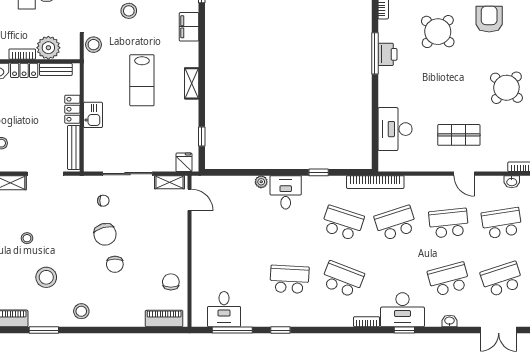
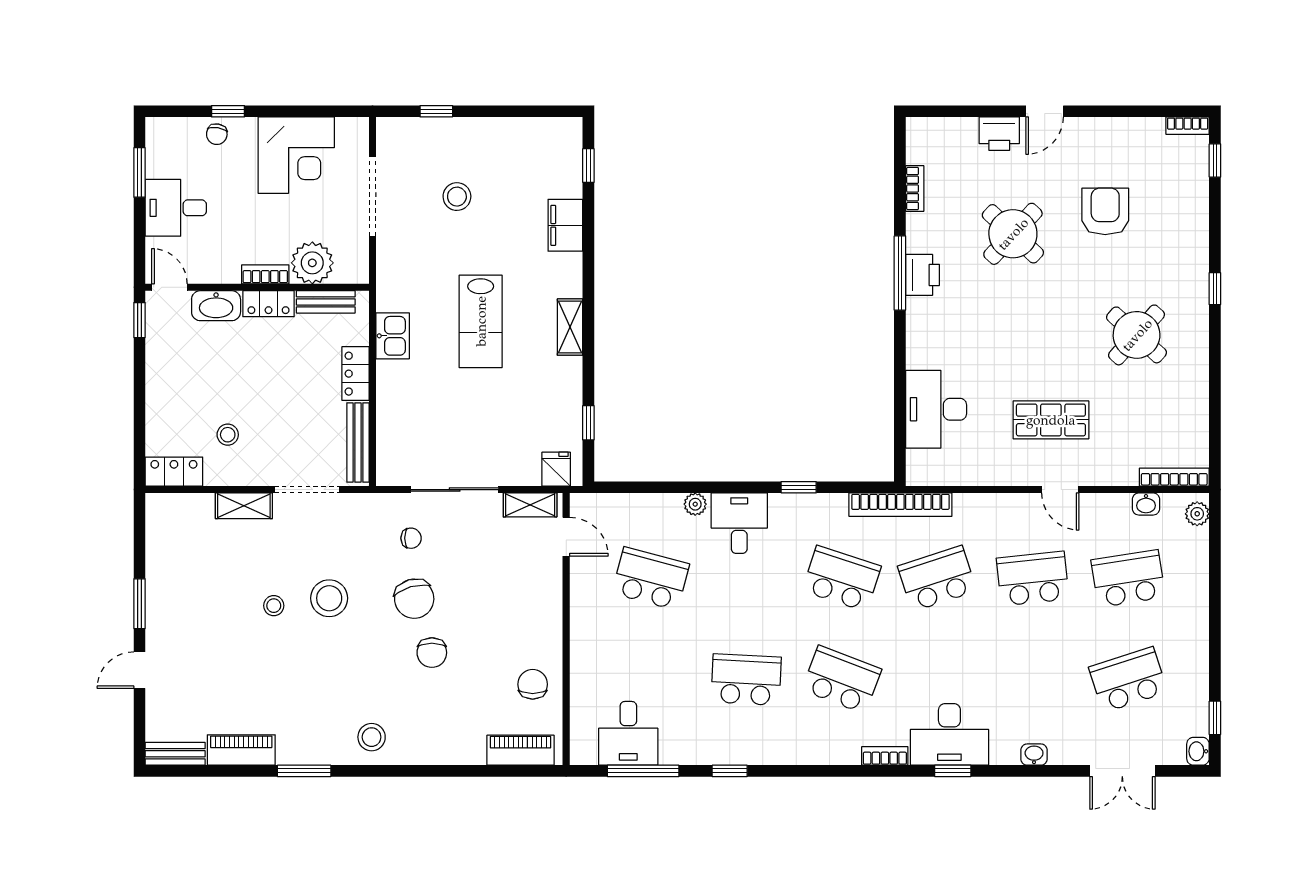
stool: (94, 45) -> (394, 257), removed
kitchen sink: (93, 115) -> (393, 336), moved
stool: (46, 277) -> (329, 598), moved
school desk: (449, 279) -> (651, 579), moved, turned 30

